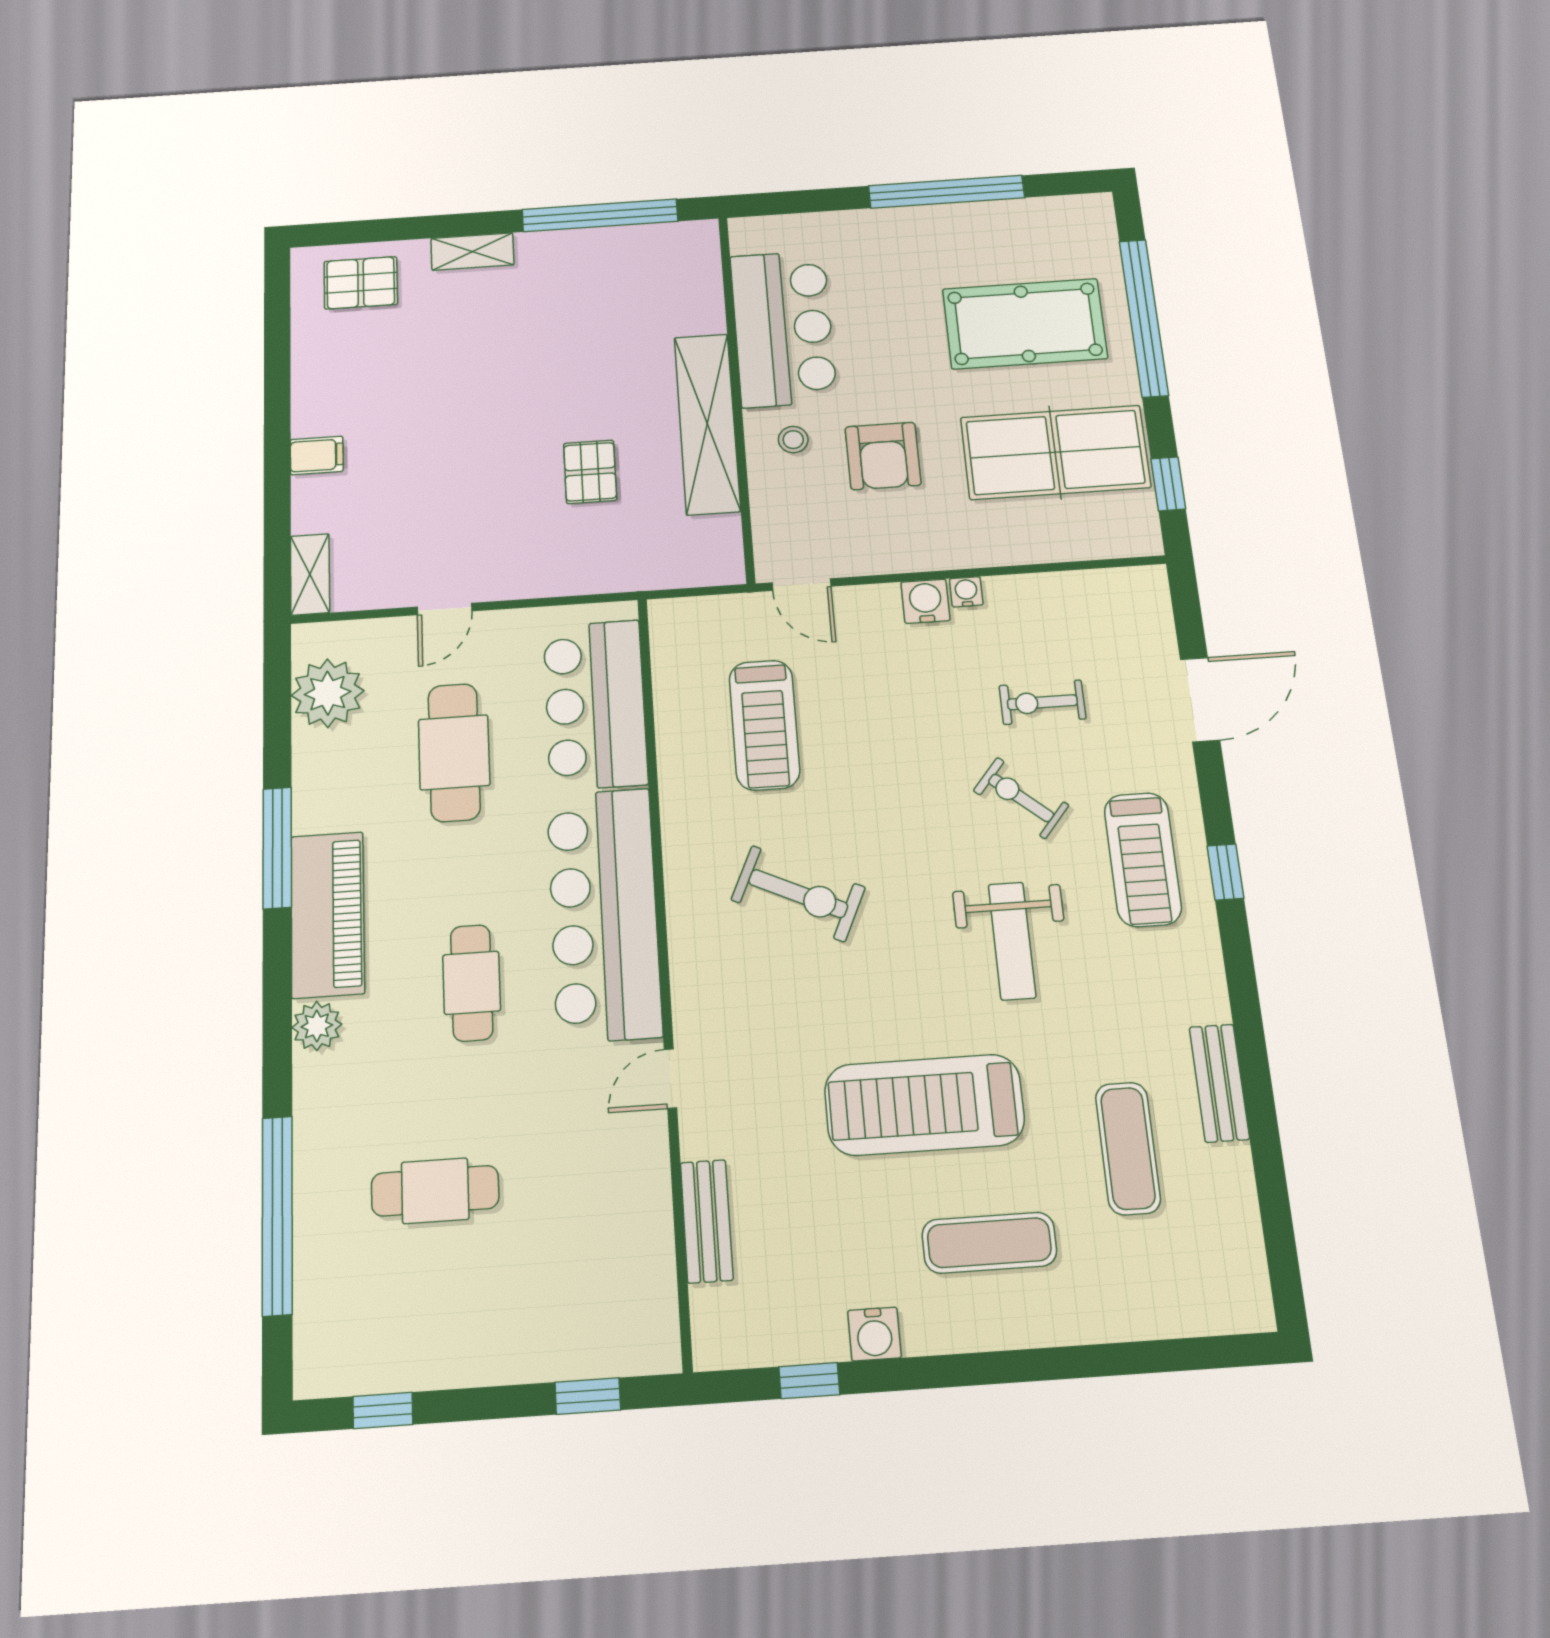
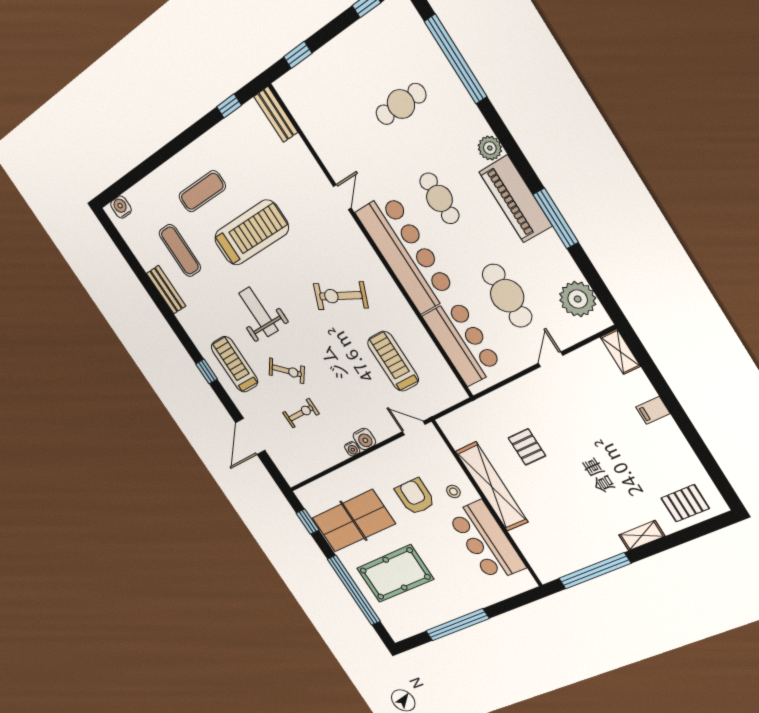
bench: (707, 1221) -> (276, 114), moved
water cooler: (874, 1334) -> (121, 207), moved

